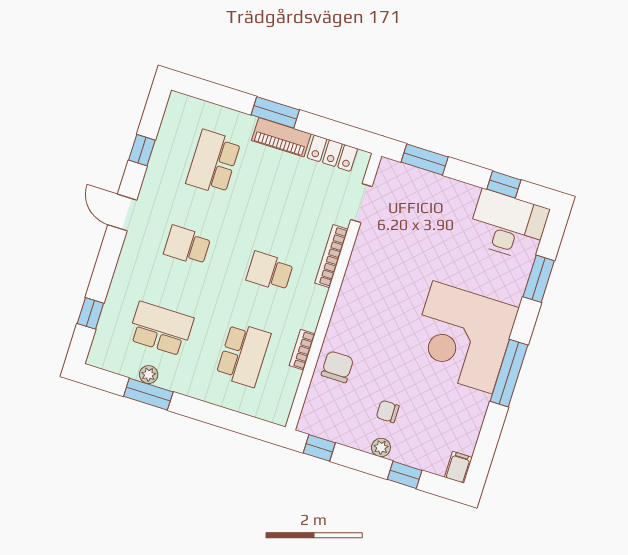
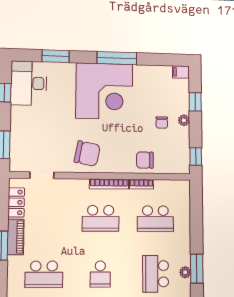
bookcase: (331, 256) -> (109, 184), moved
school desk: (270, 271) -> (101, 218), width x1.85
chair: (374, 281) -> (87, 154), added
school desk: (243, 355) -> (155, 219), turned 180

